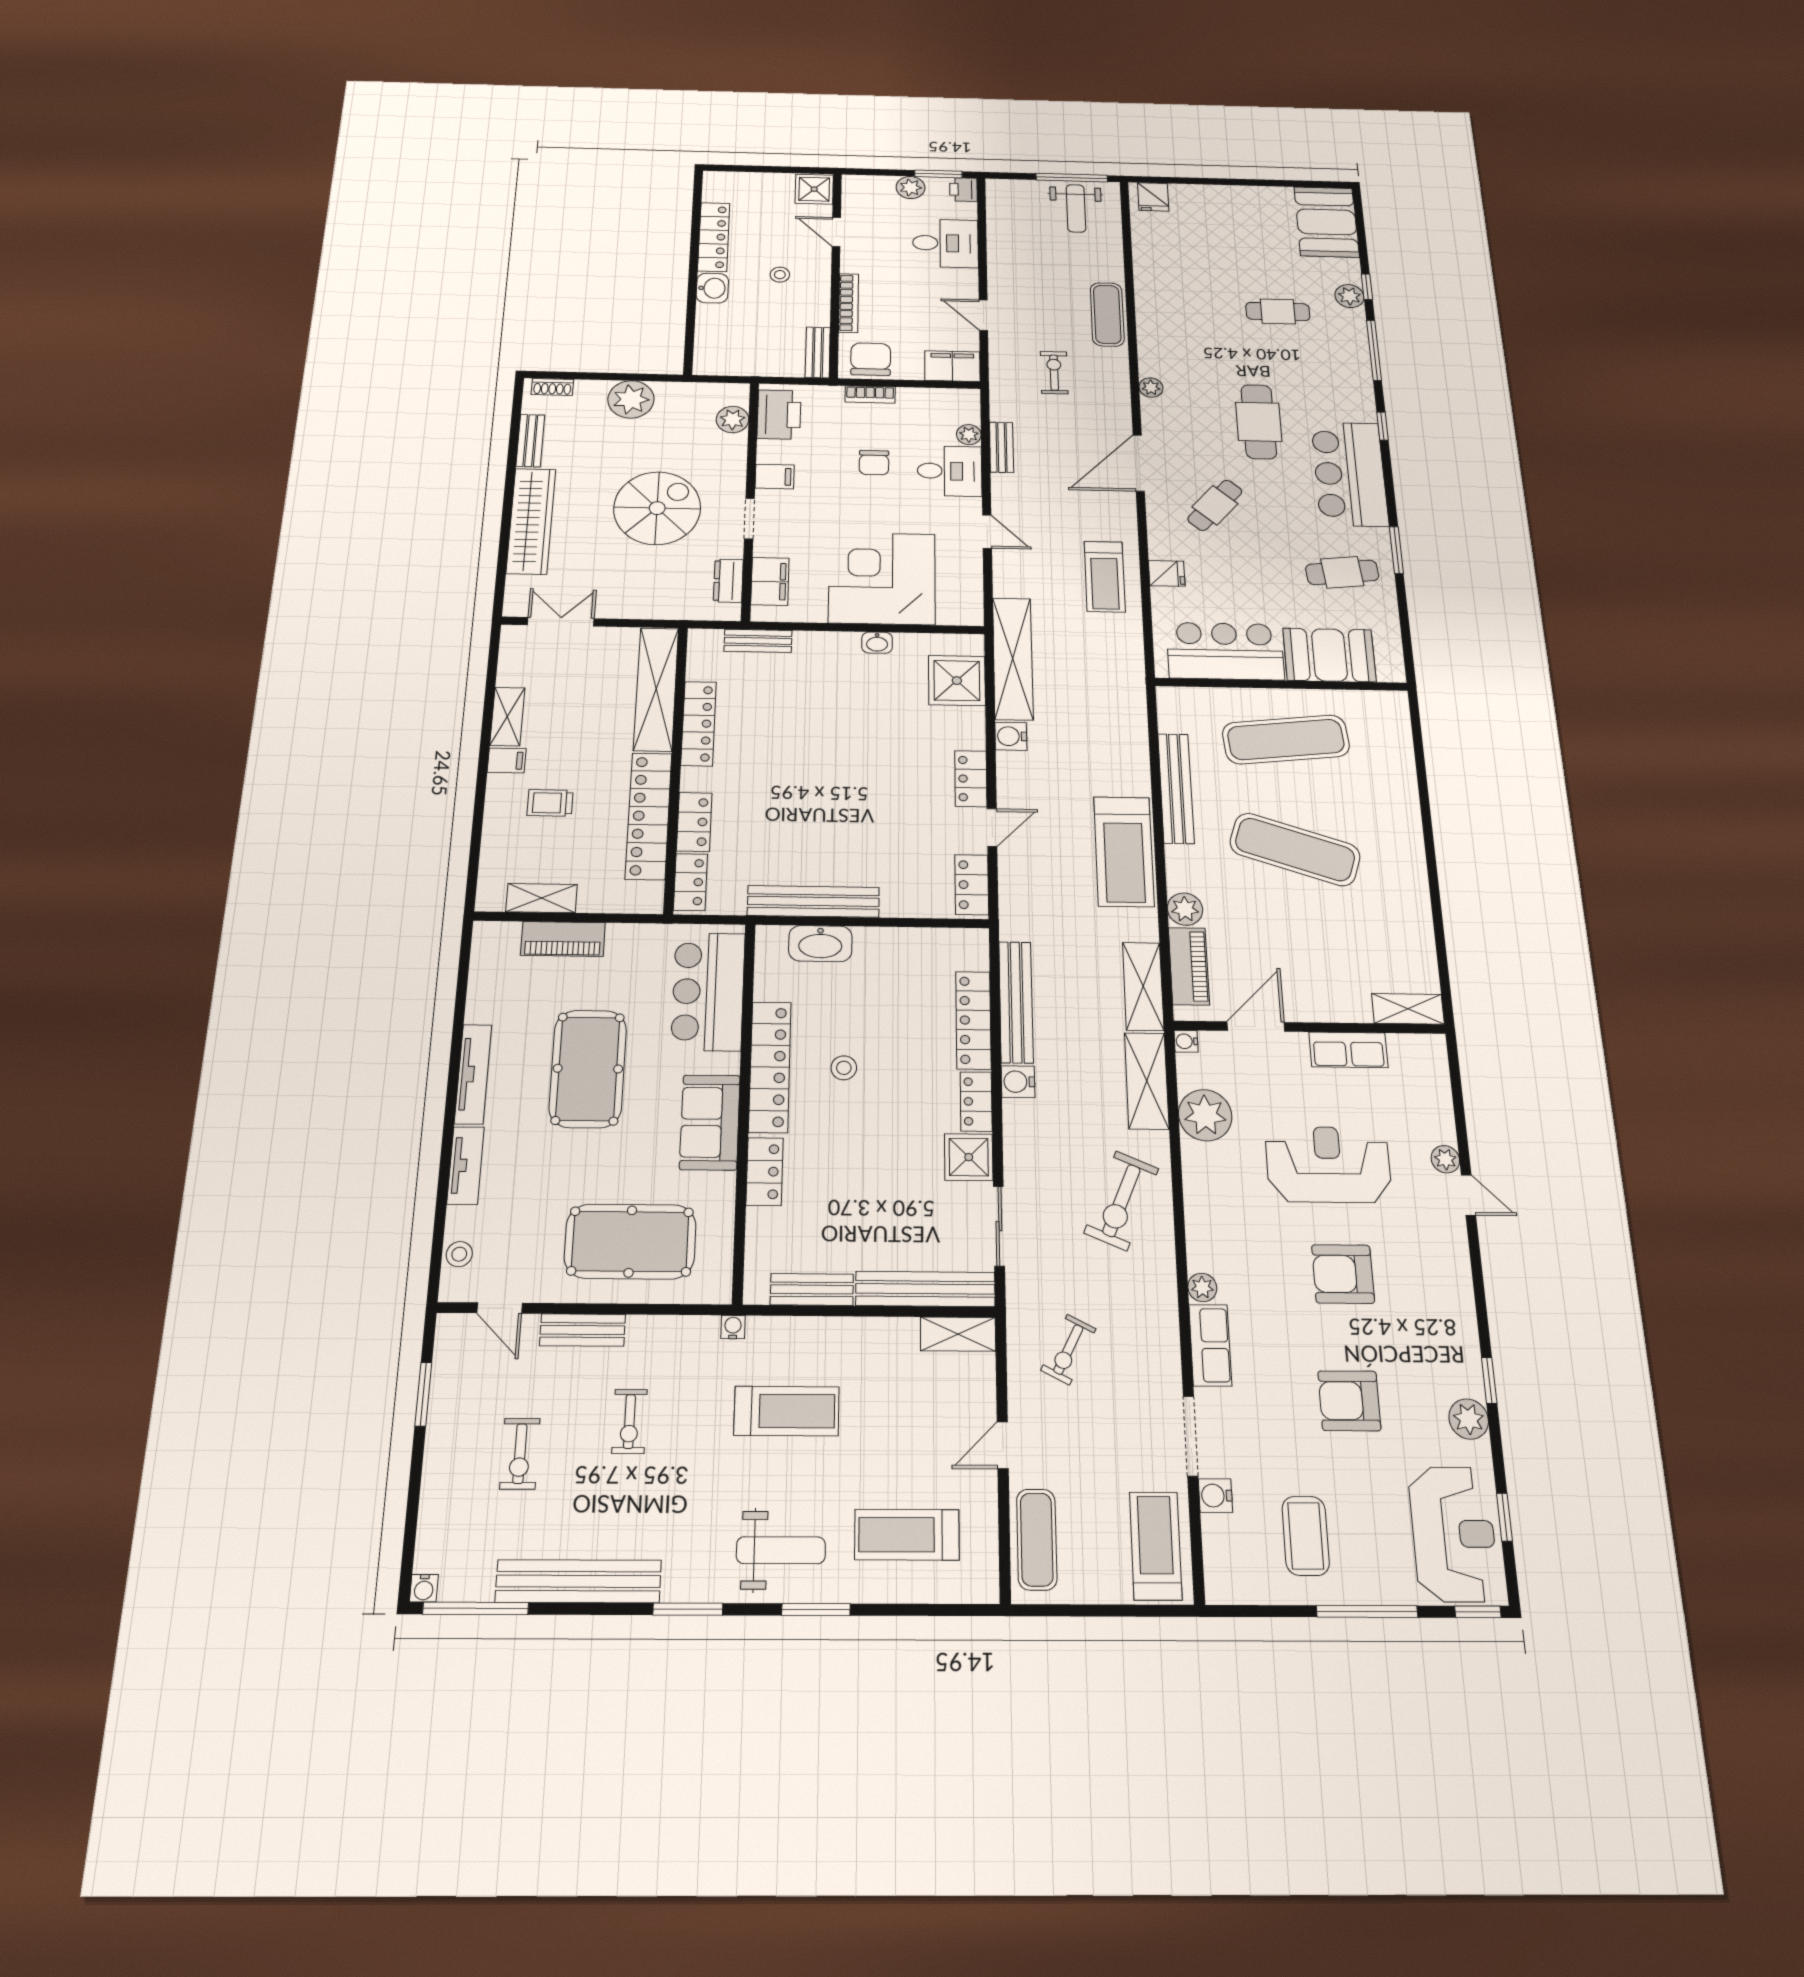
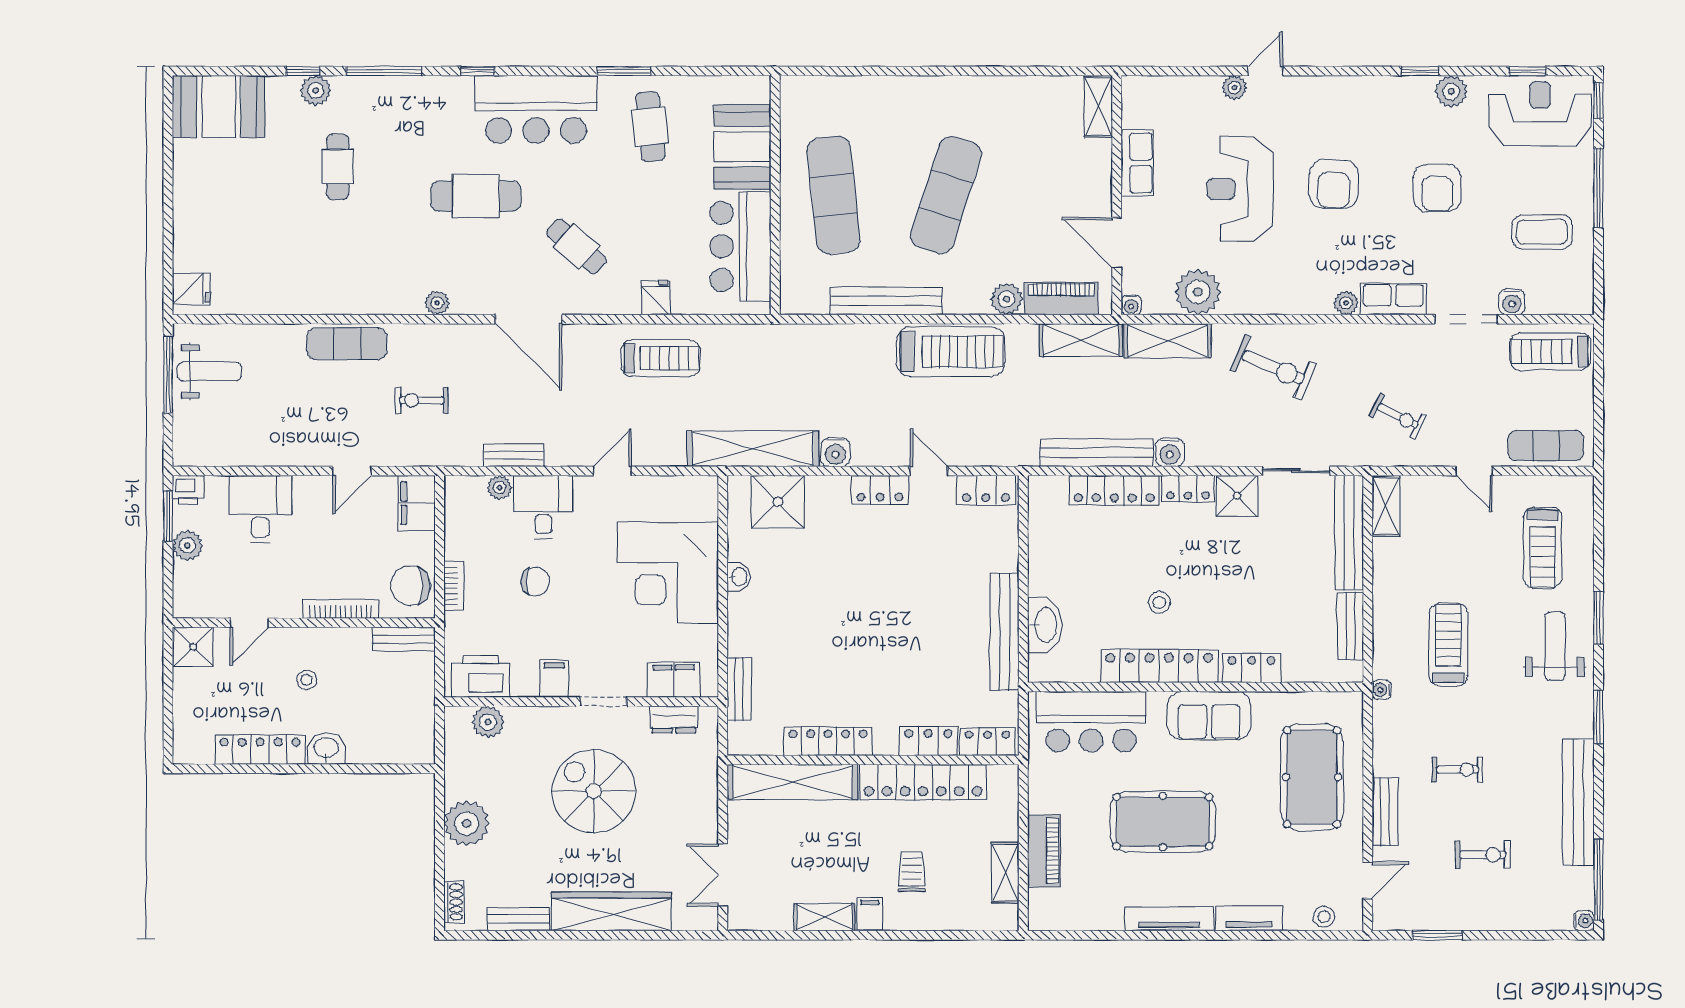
trolley: (550, 803) -> (912, 872), turned 180

